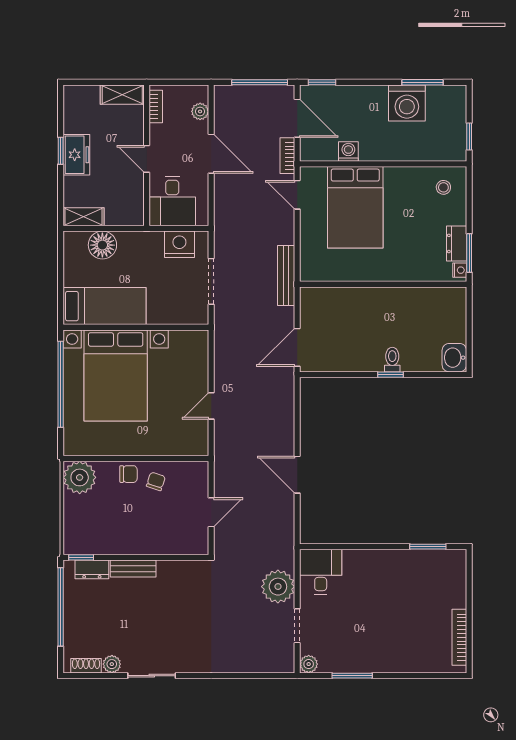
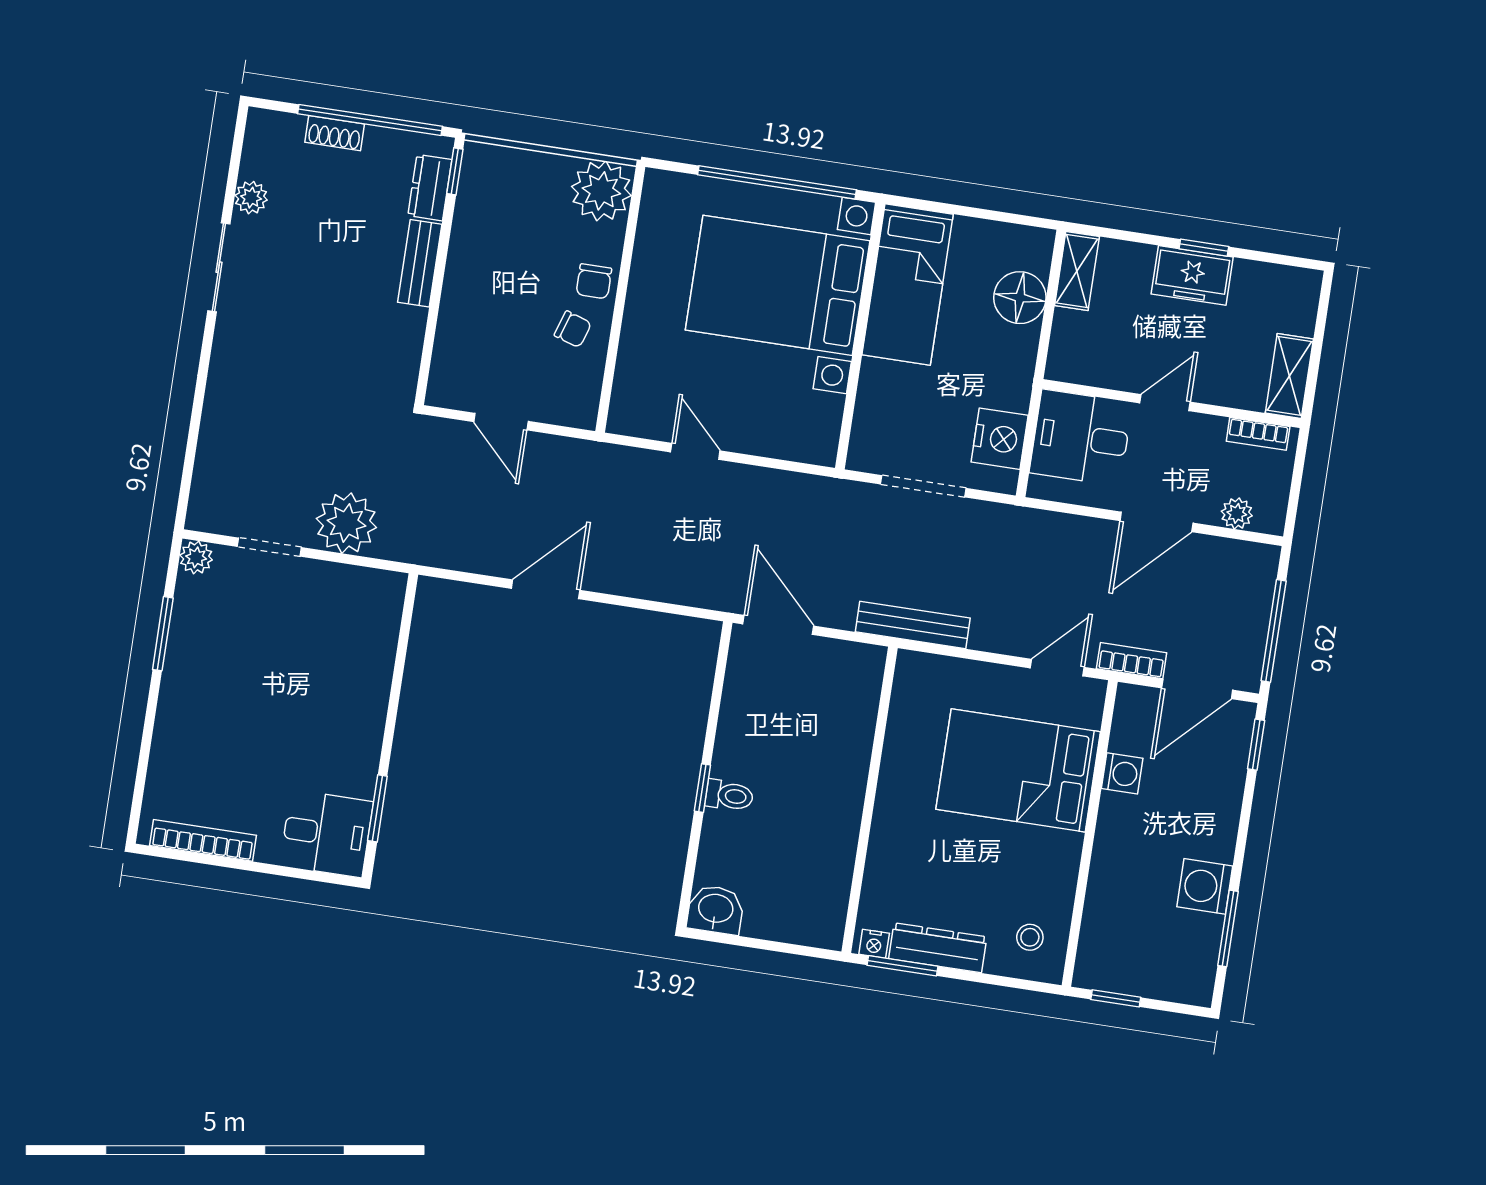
washing machine: (407, 103) -> (1205, 886), width x0.73, depth x0.73
dresser: (457, 243) -> (938, 948), width x1.44
desk: (321, 572) -> (326, 834), moved
shoe rack: (86, 666) -> (335, 133), moved, turned 90

